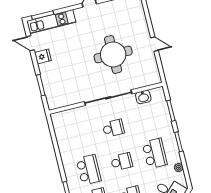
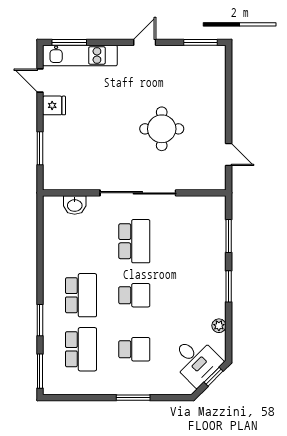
door: (154, 44) -> (229, 155), moved
round table: (113, 54) -> (162, 129), width x0.73, depth x0.73
washbasin: (143, 97) -> (75, 205), moved
school desk: (113, 128) -> (134, 241), width x1.85
school desk: (155, 153) -> (188, 295), removed

